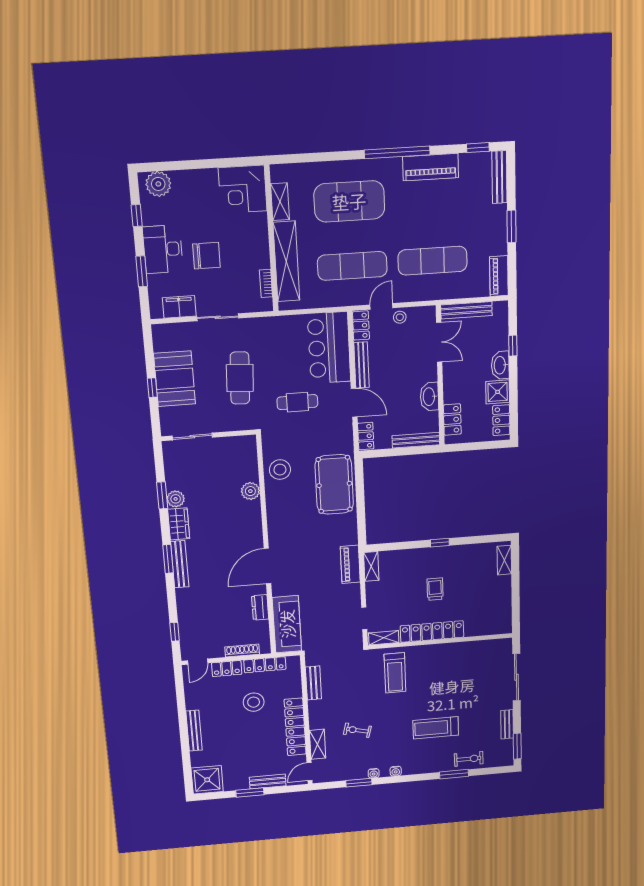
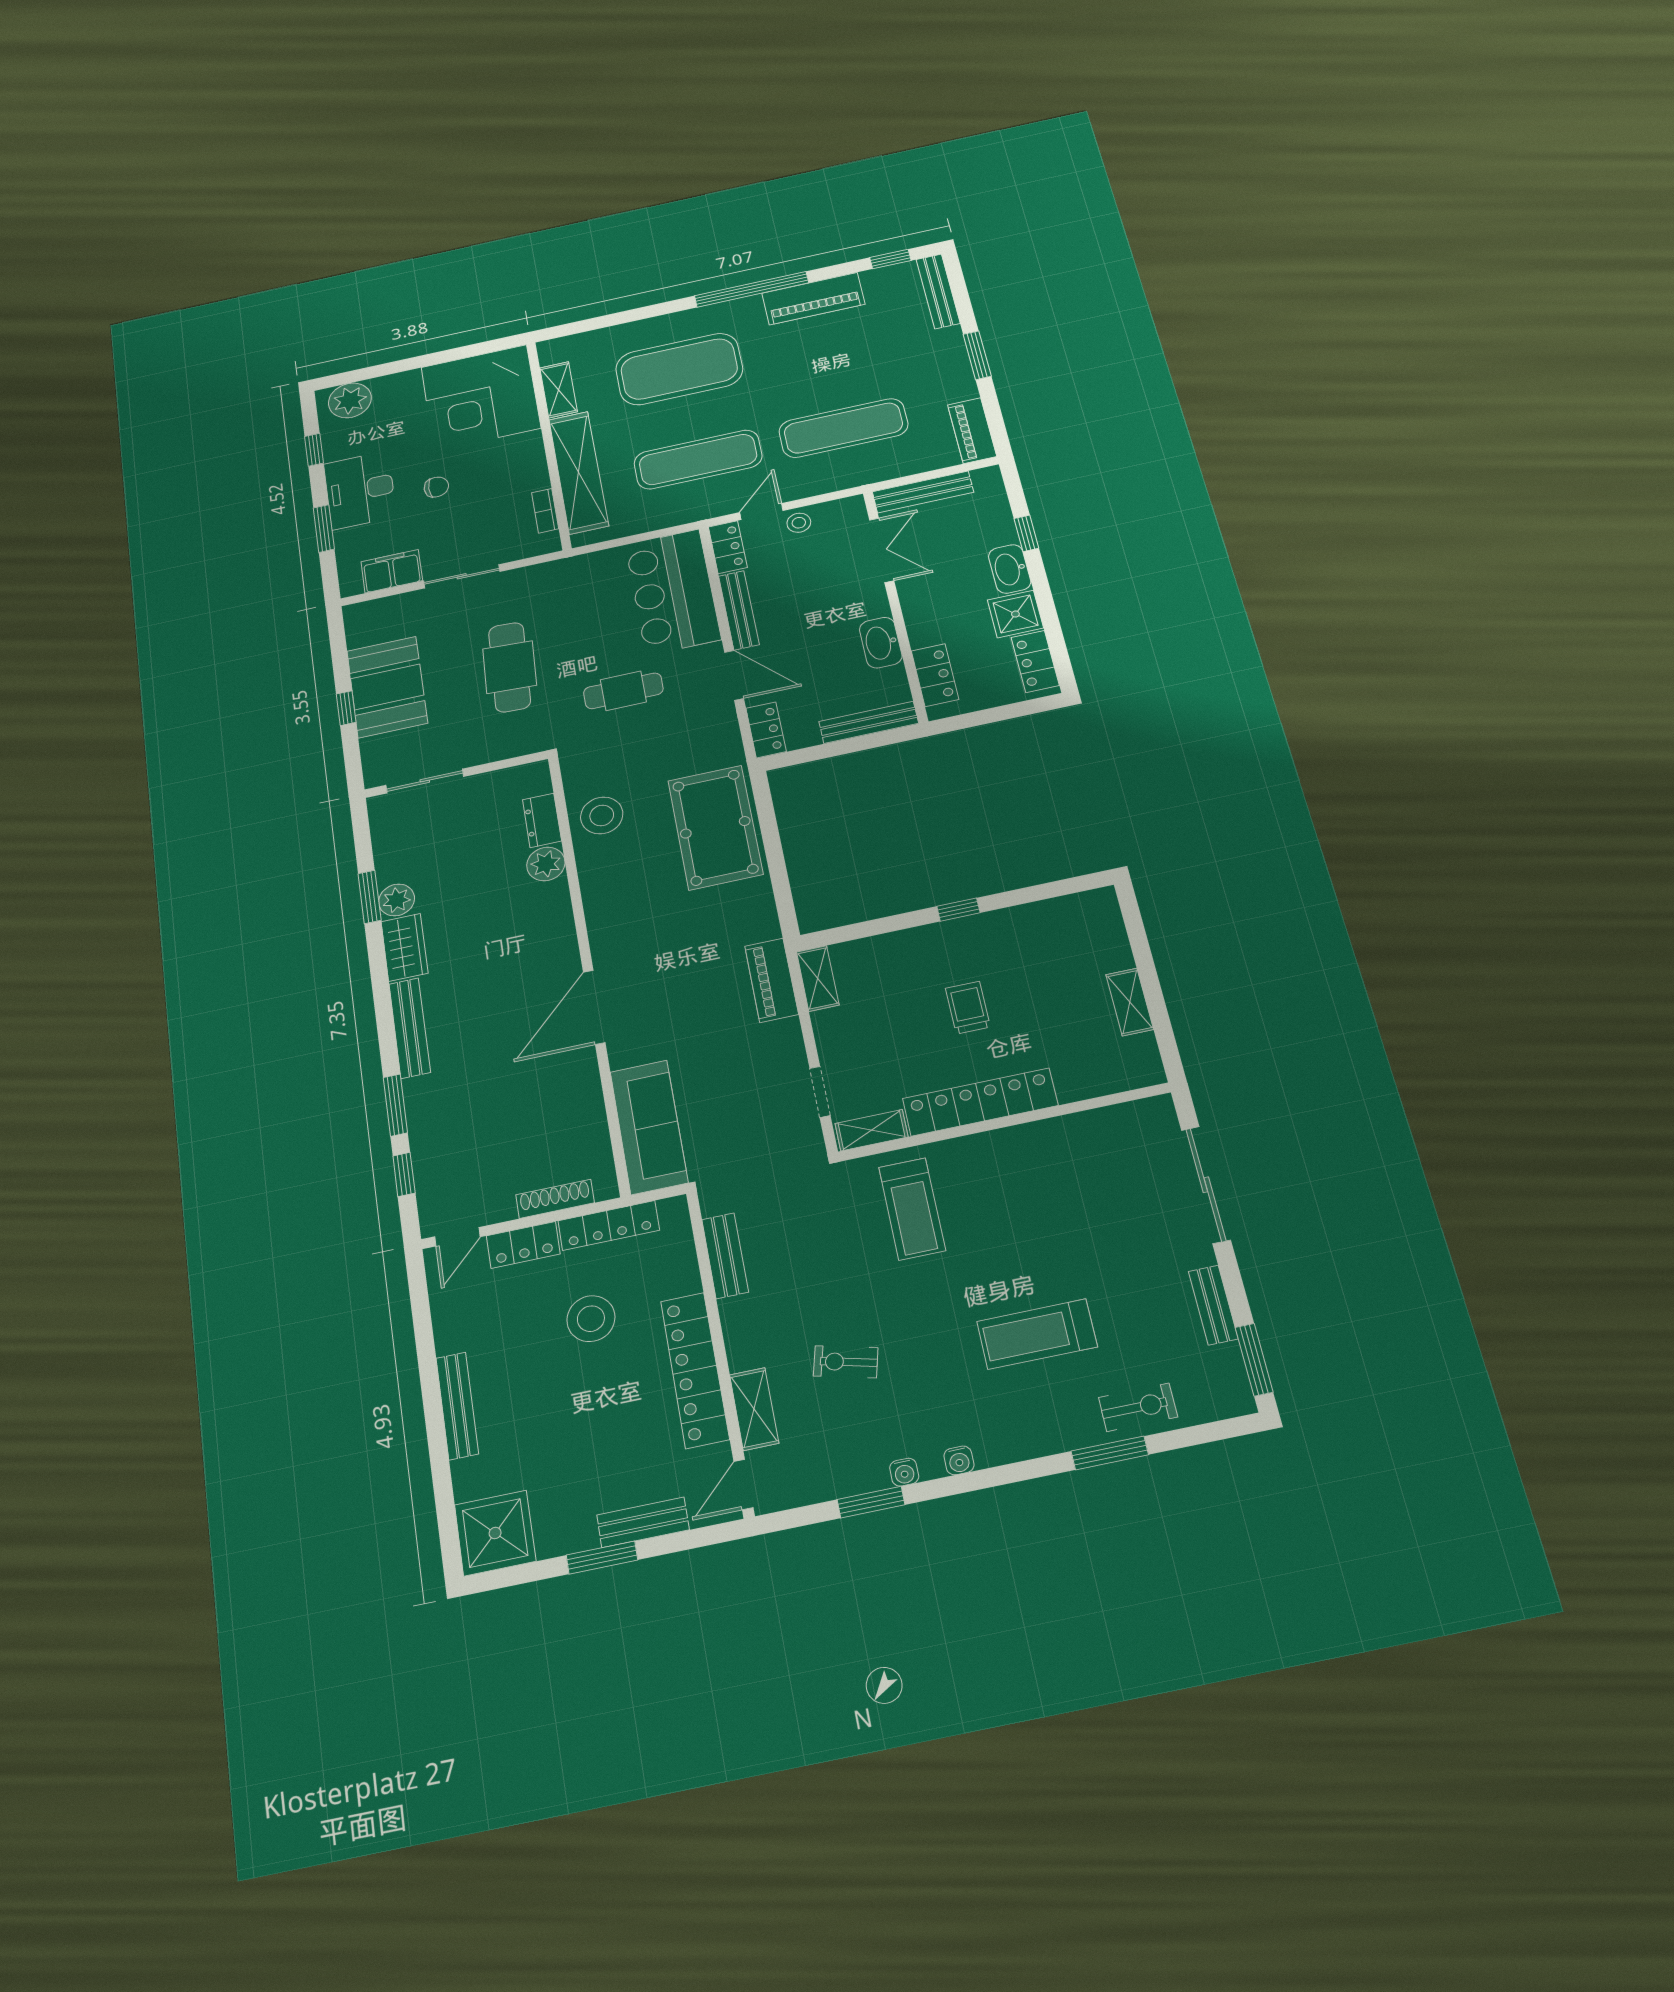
corner desk: (243, 189) -> (481, 398), width x1.36, depth x1.36
chair: (206, 256) -> (436, 487), width x0.54, depth x0.54
window: (168, 559) -> (395, 1105), moved
shelving: (504, 560) -> (1130, 1002), moved
dresser: (260, 607) -> (542, 820), moved

